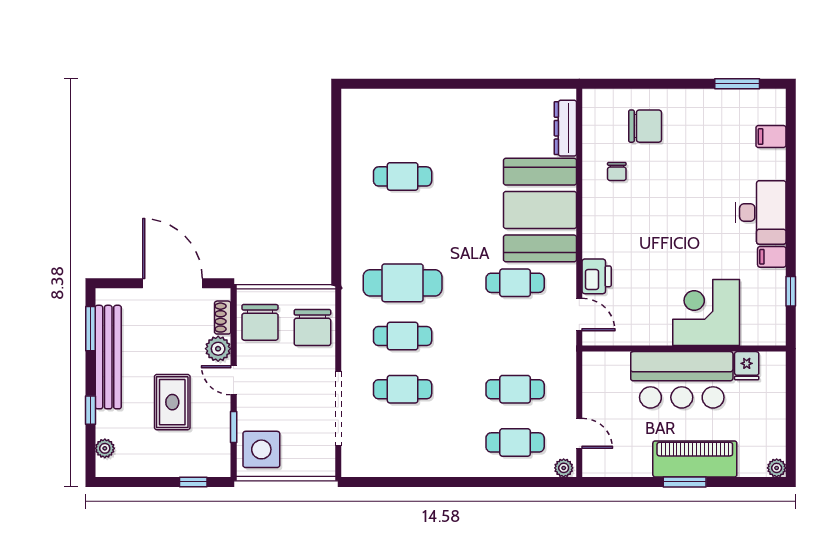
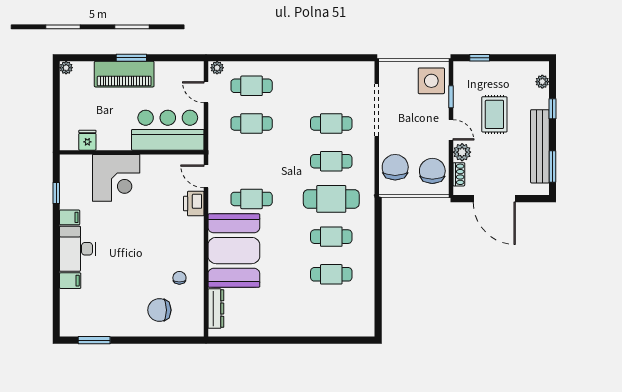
filing cabinet: (771, 137) -> (70, 281), moved
cafe table: (403, 230) -> (331, 237), added
bar counter: (682, 380) -> (168, 130), moved

